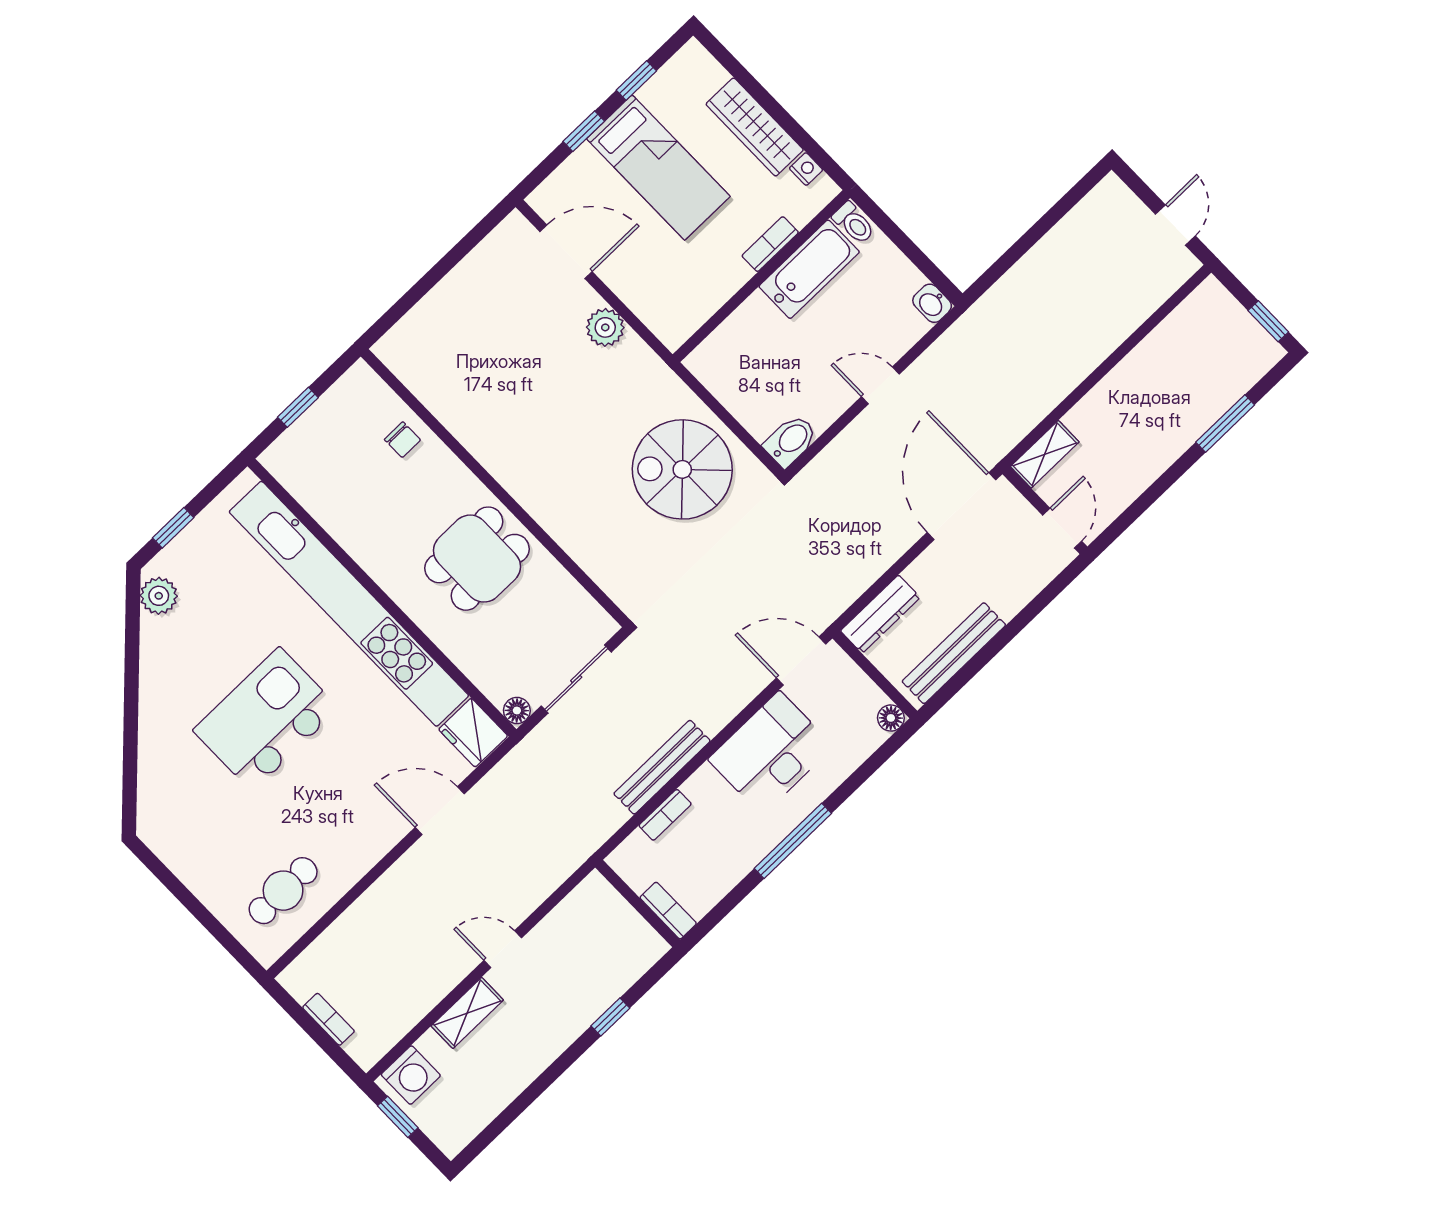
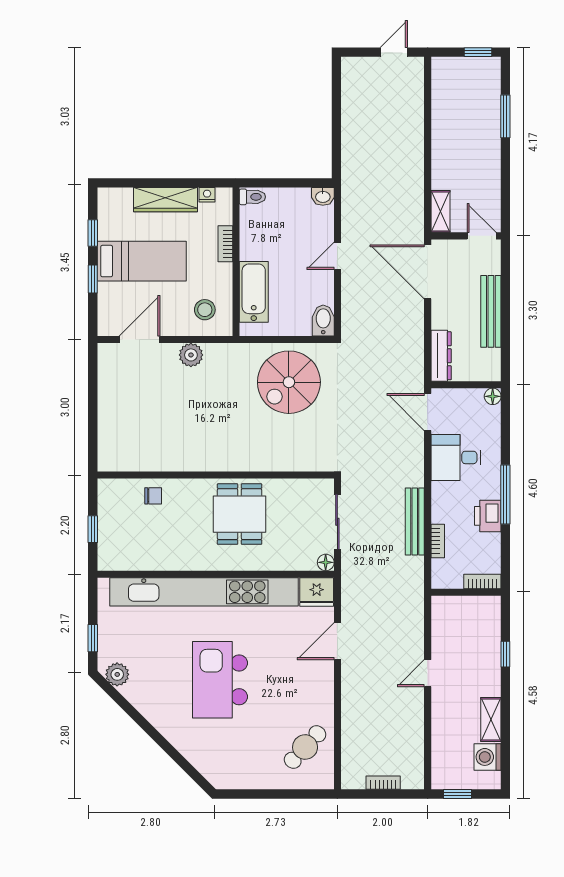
door: (1175, 225) -> (394, 52), hinge flipped
bathtub: (809, 269) -> (254, 292), moved
stool: (672, 293) -> (205, 310), added
bench: (954, 653) -> (491, 311), moved
door: (801, 661) -> (428, 412), hinge flipped
desk: (771, 753) -> (456, 457), width x0.73
printer: (749, 844) -> (488, 516), added
cafe table: (283, 891) -> (305, 747), turned 43
shelving: (467, 1013) -> (491, 720), moved
washing machine: (411, 1075) -> (487, 757), moved, turned 180

